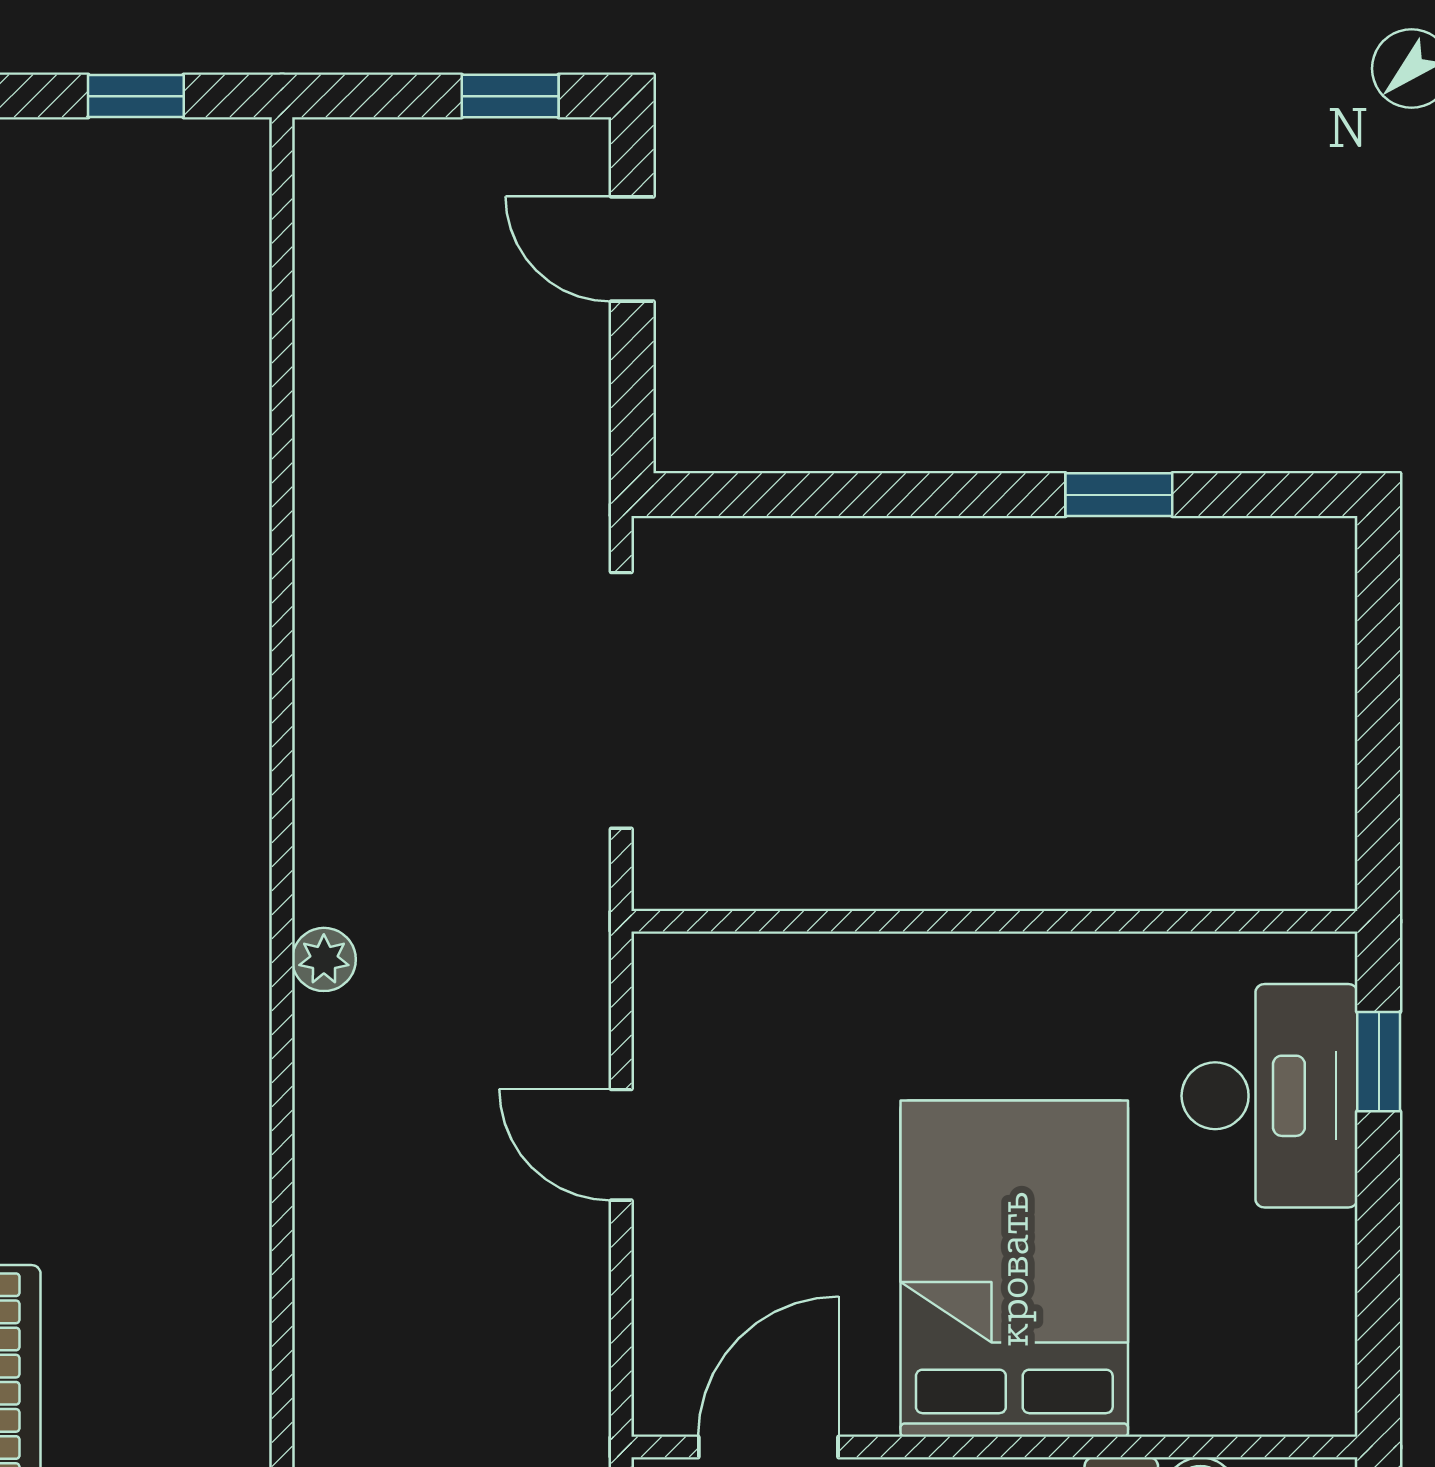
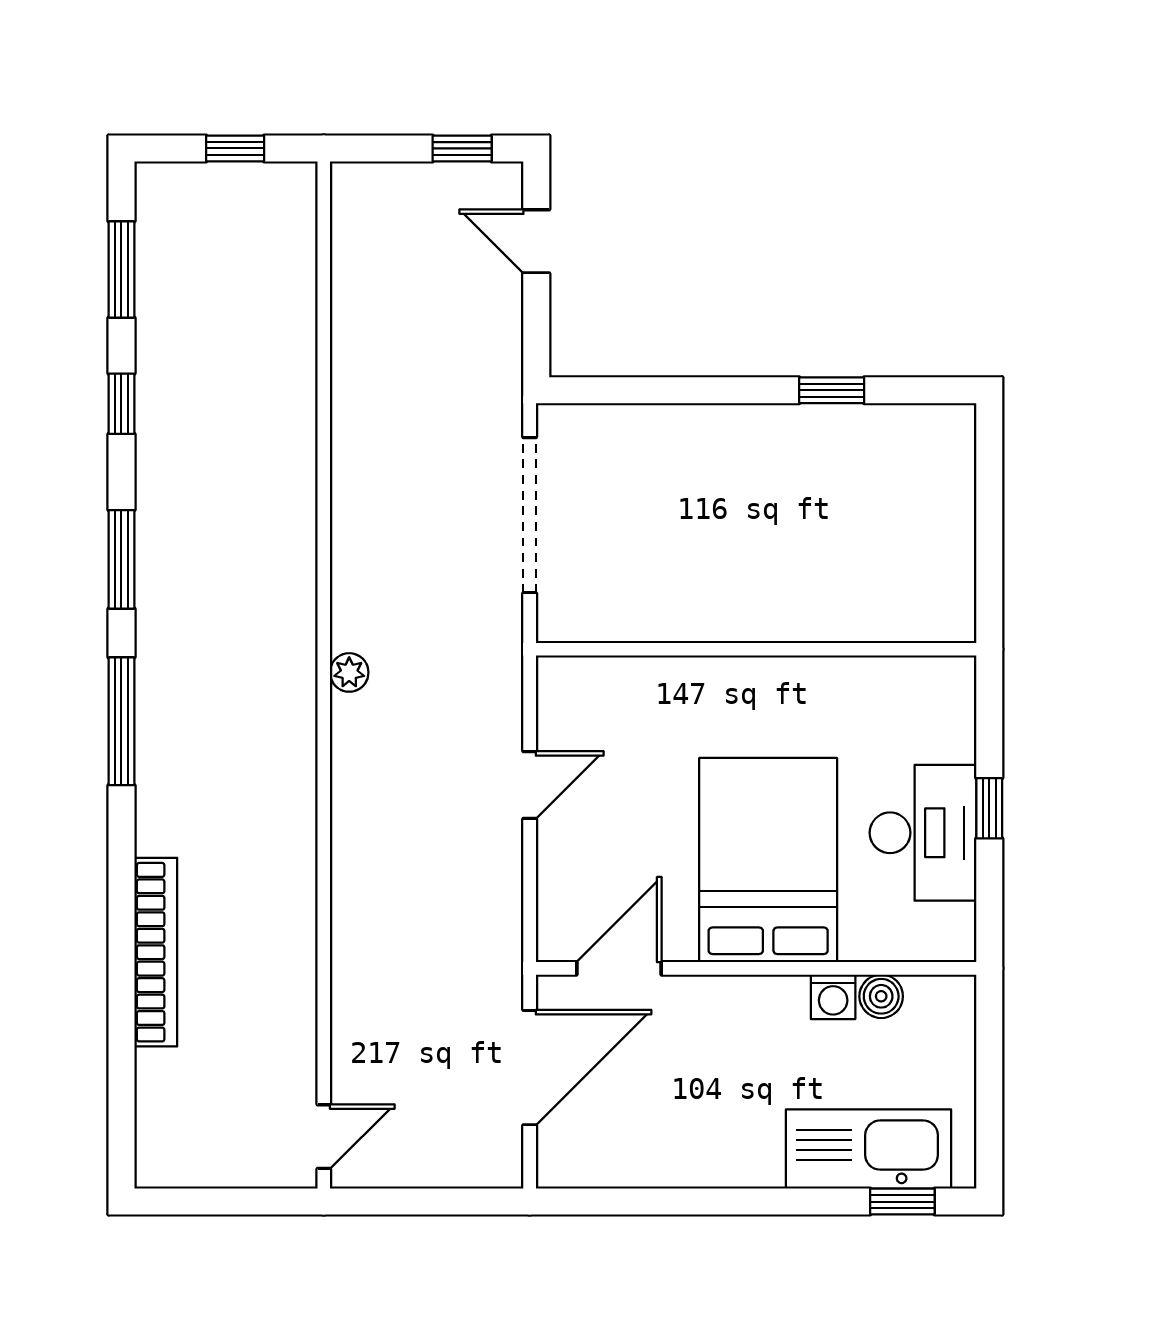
window: (1379, 1062) -> (989, 808), moved
desk: (1270, 1096) -> (923, 833), moved
door: (621, 1145) -> (530, 785), swing flipped

